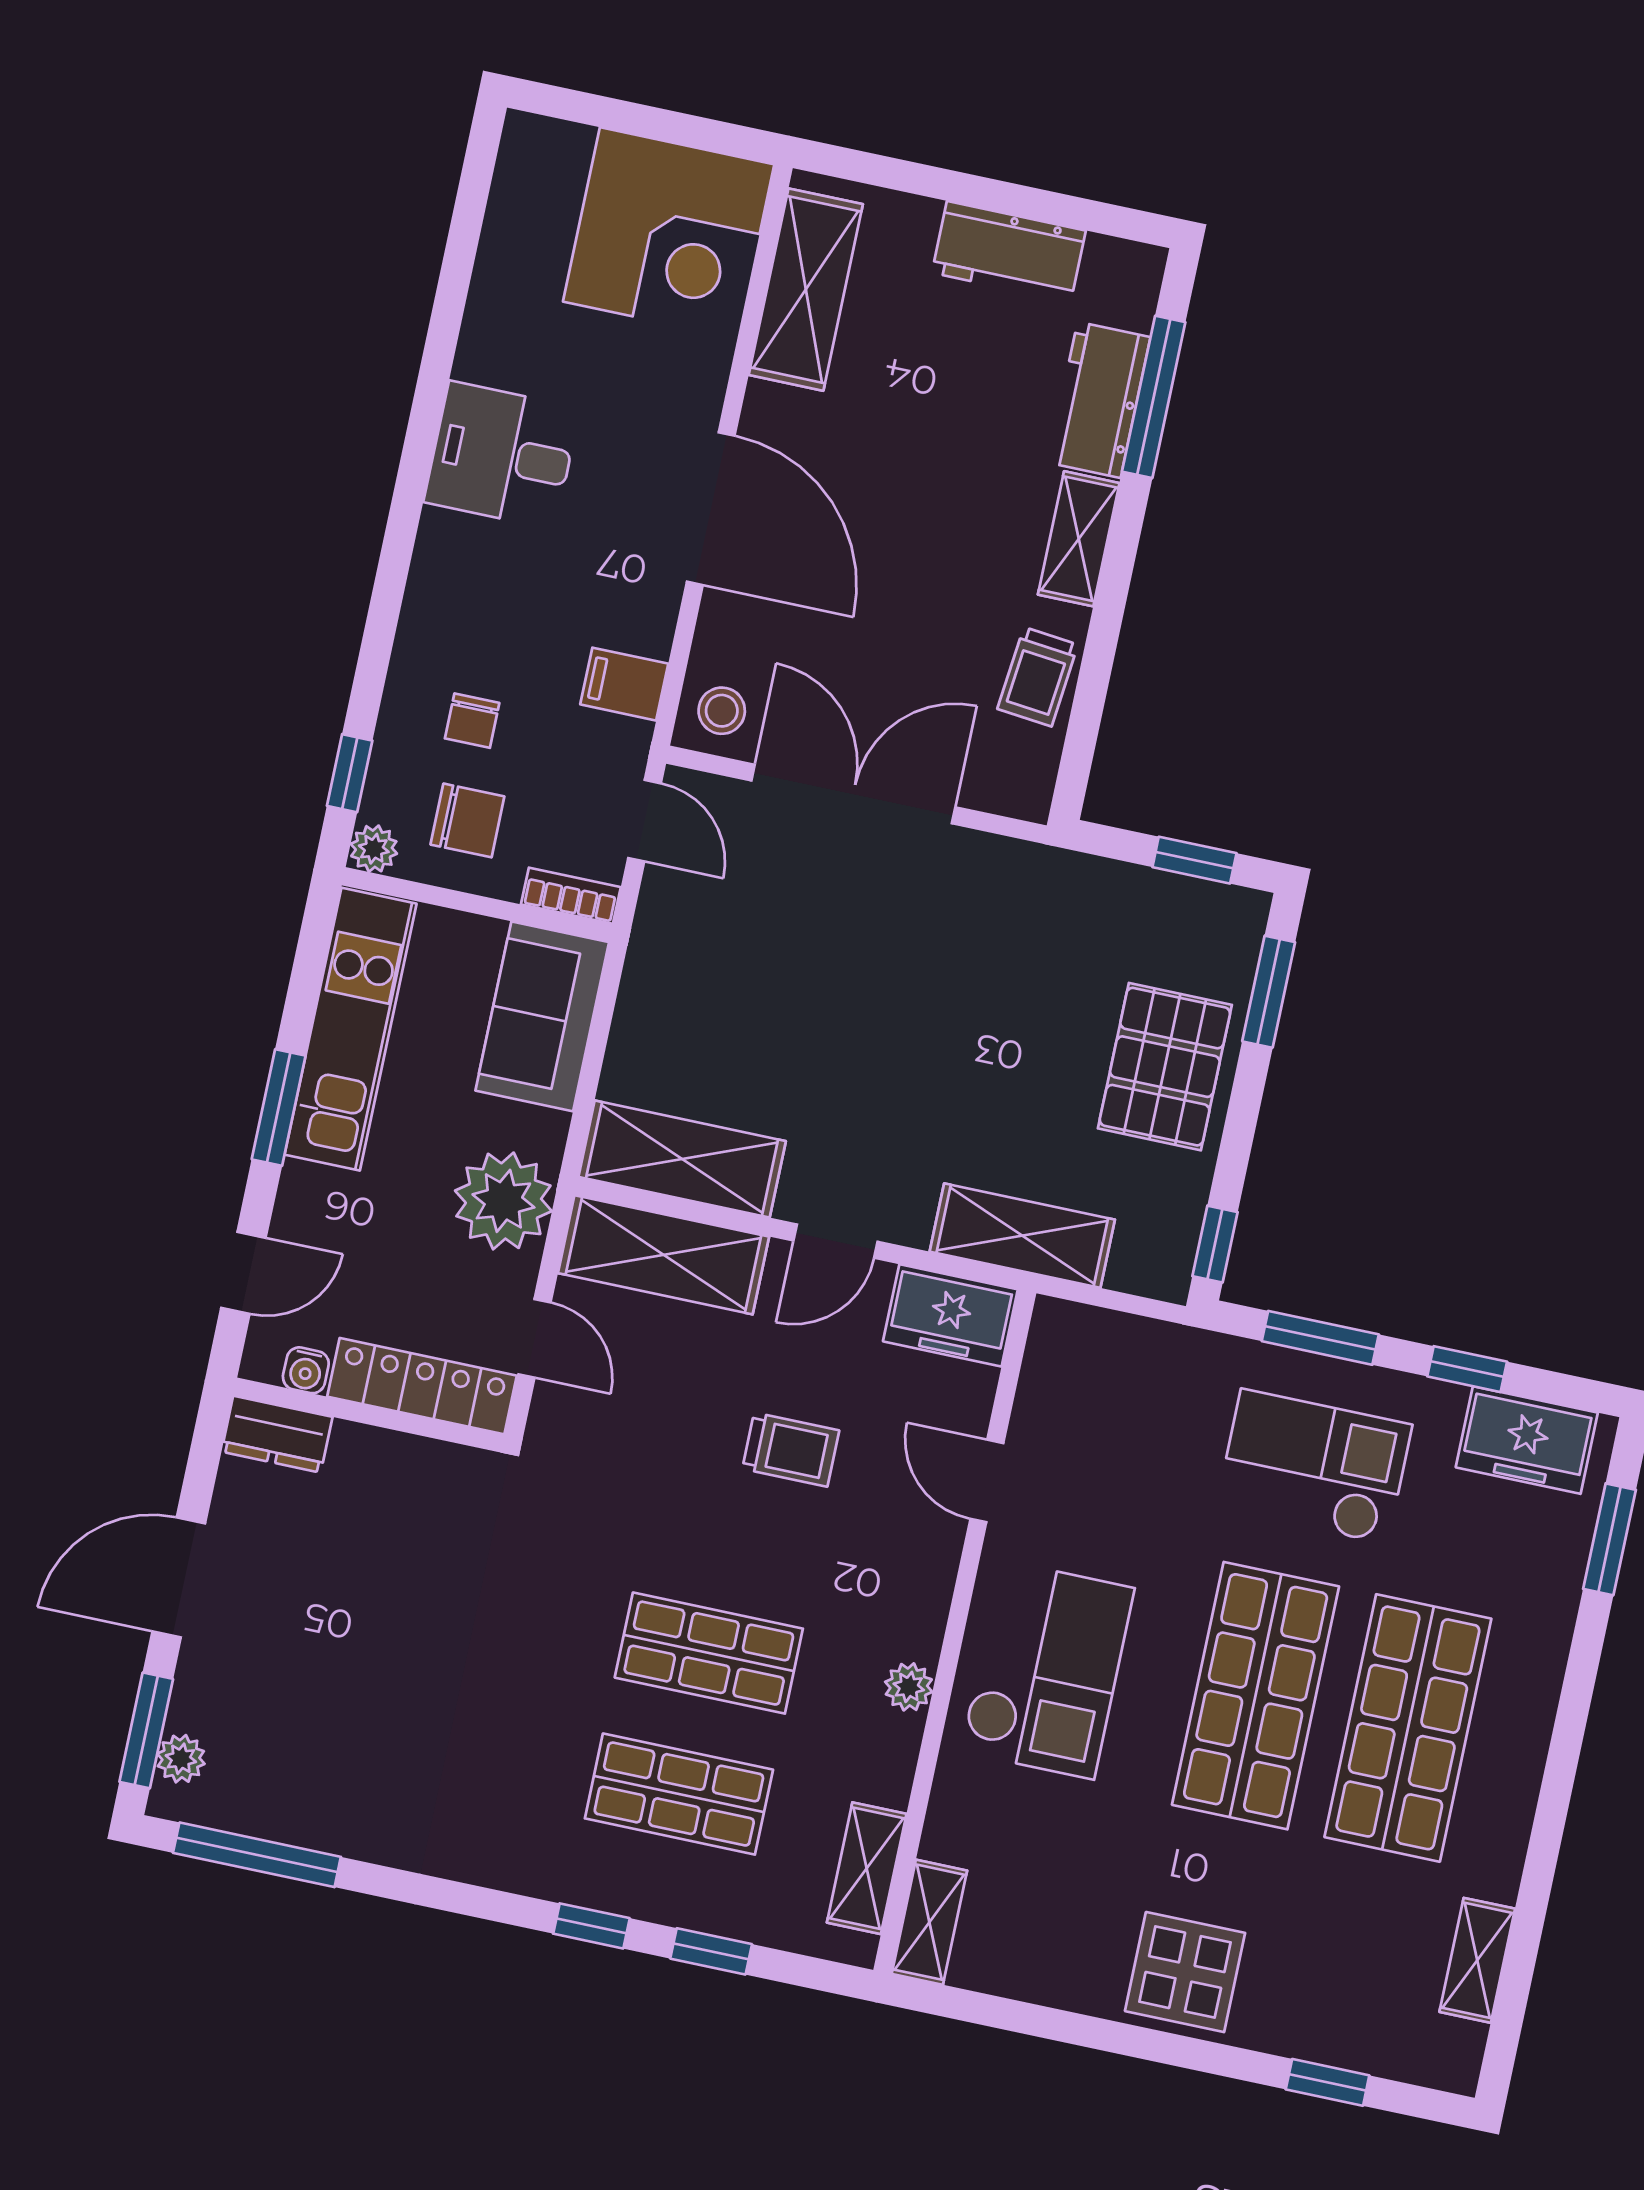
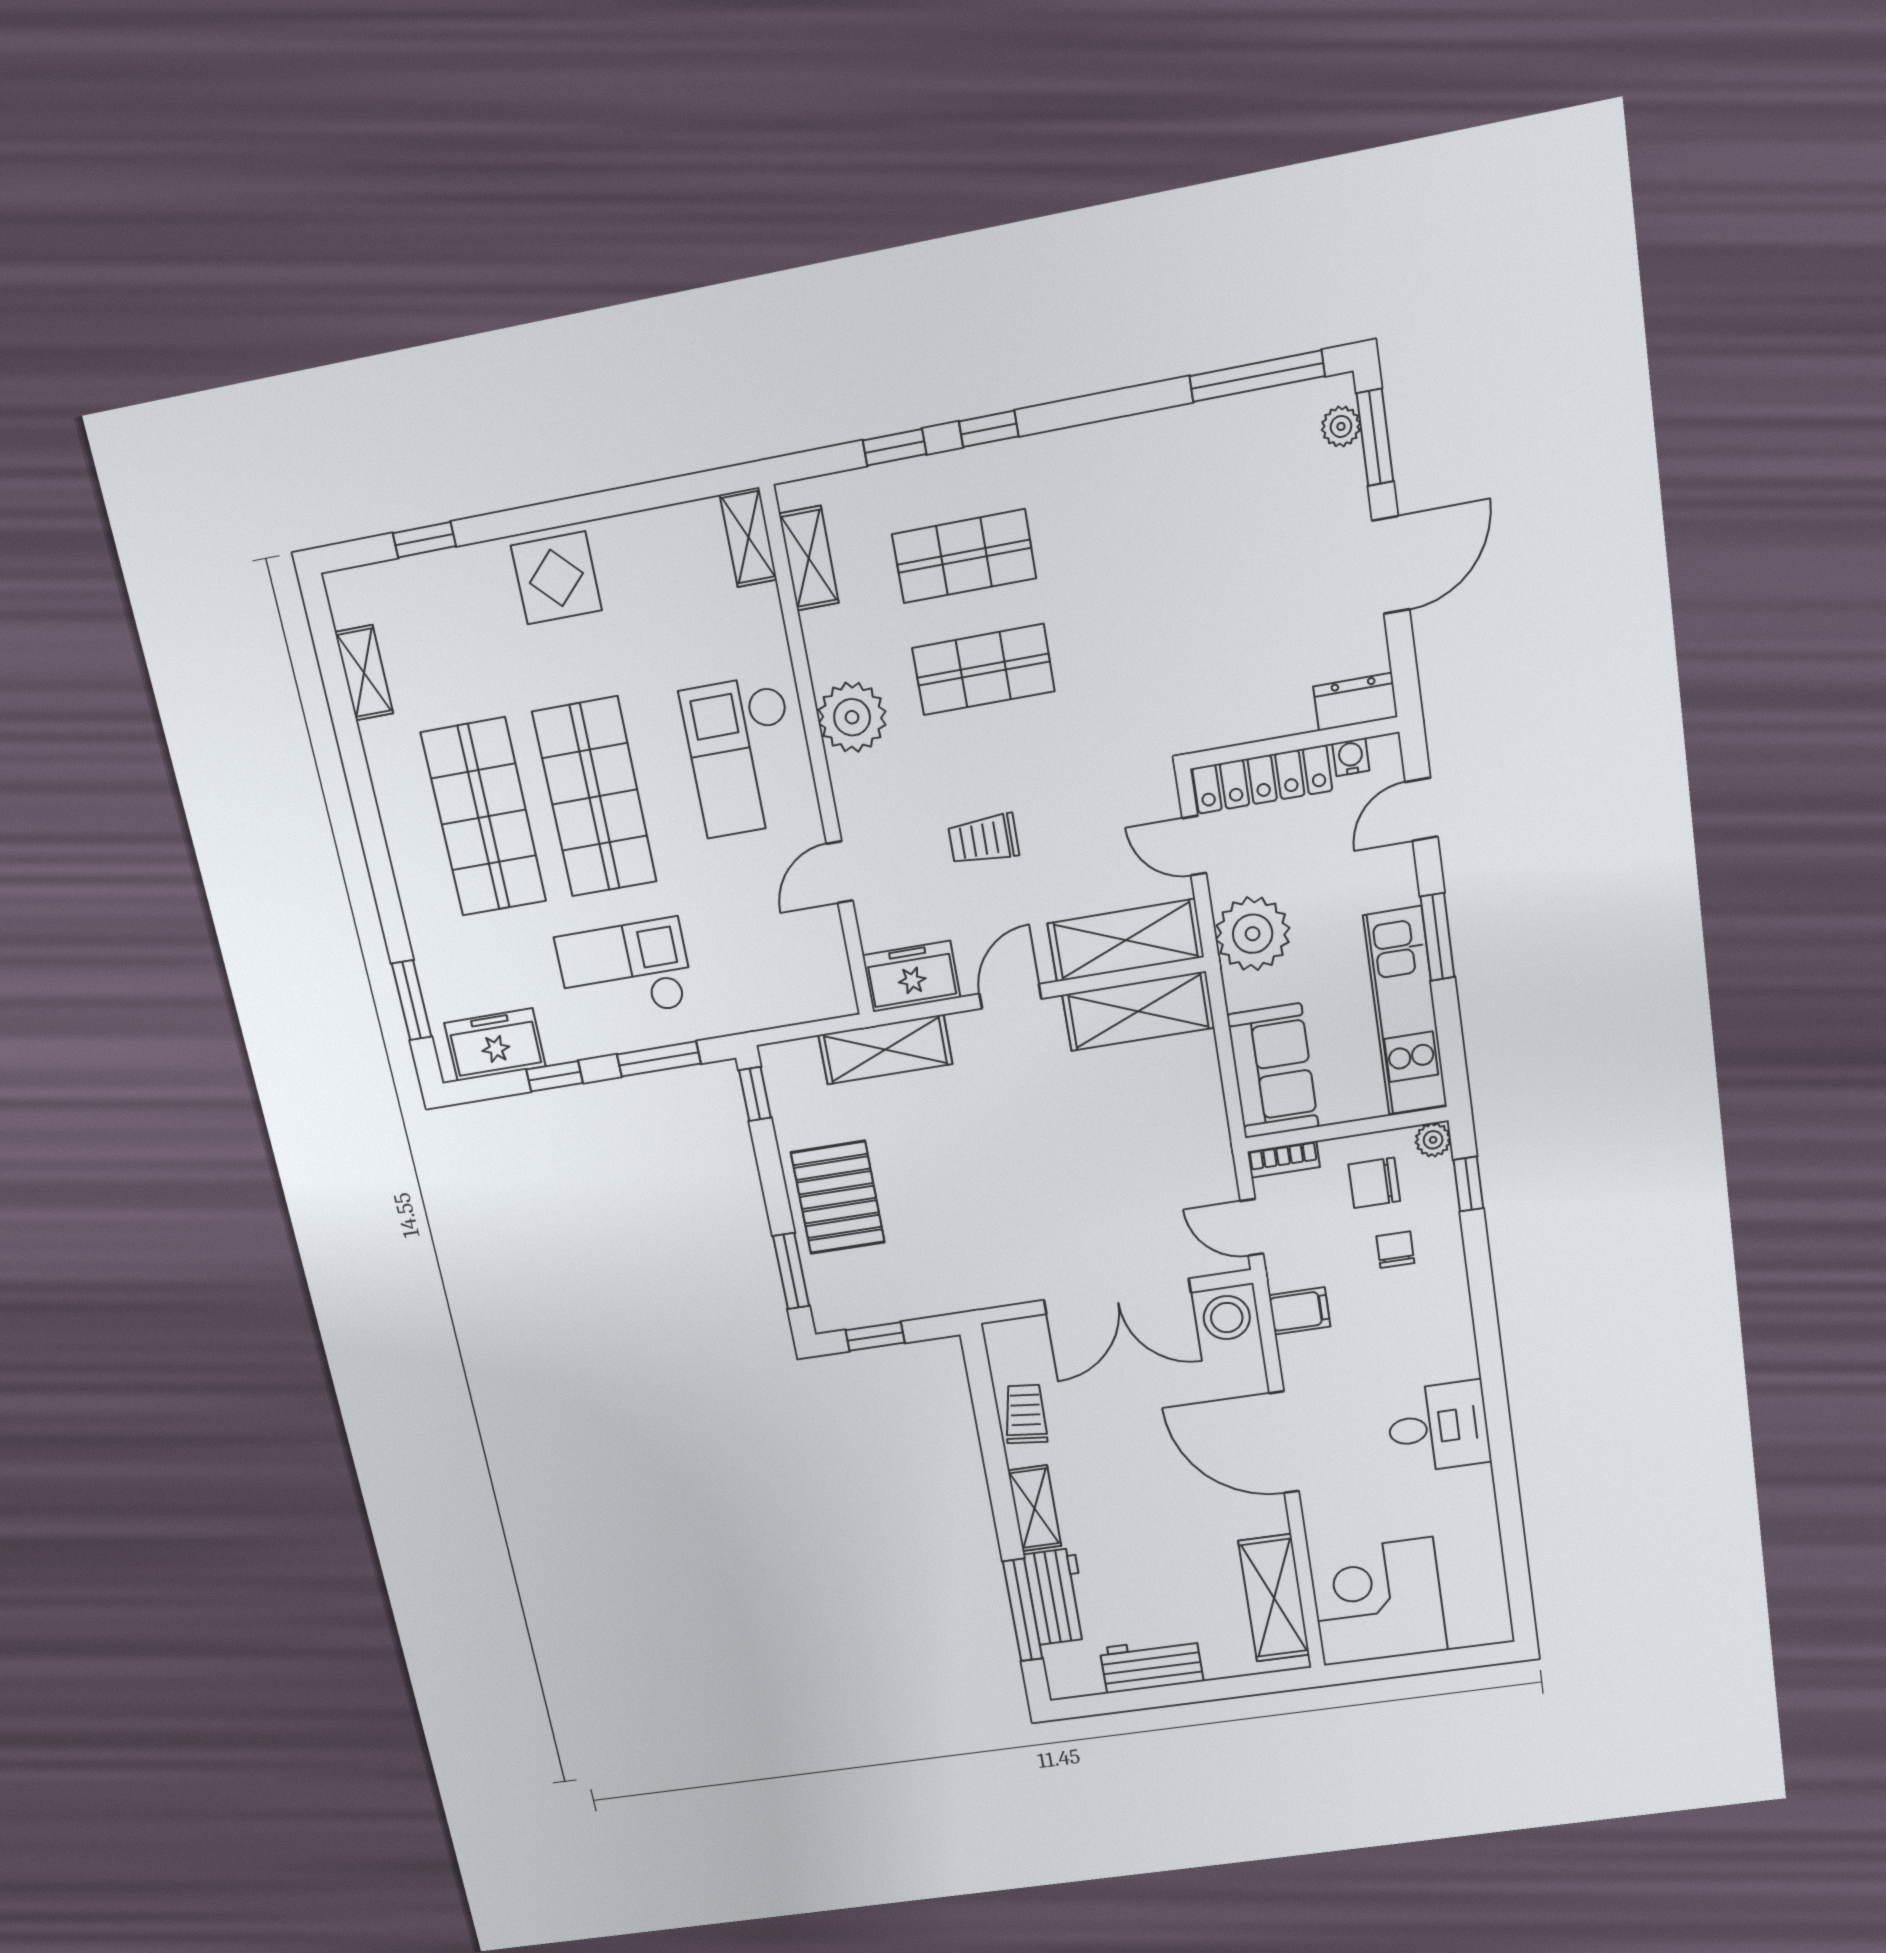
stool: (722, 711) -> (1227, 1318), width x1.37, depth x1.37
checkout: (1314, 1467) -> (625, 971), turned 180
door: (987, 1481) -> (840, 872), swing flipped
plant: (909, 1687) -> (852, 717), width x1.88, depth x1.88

